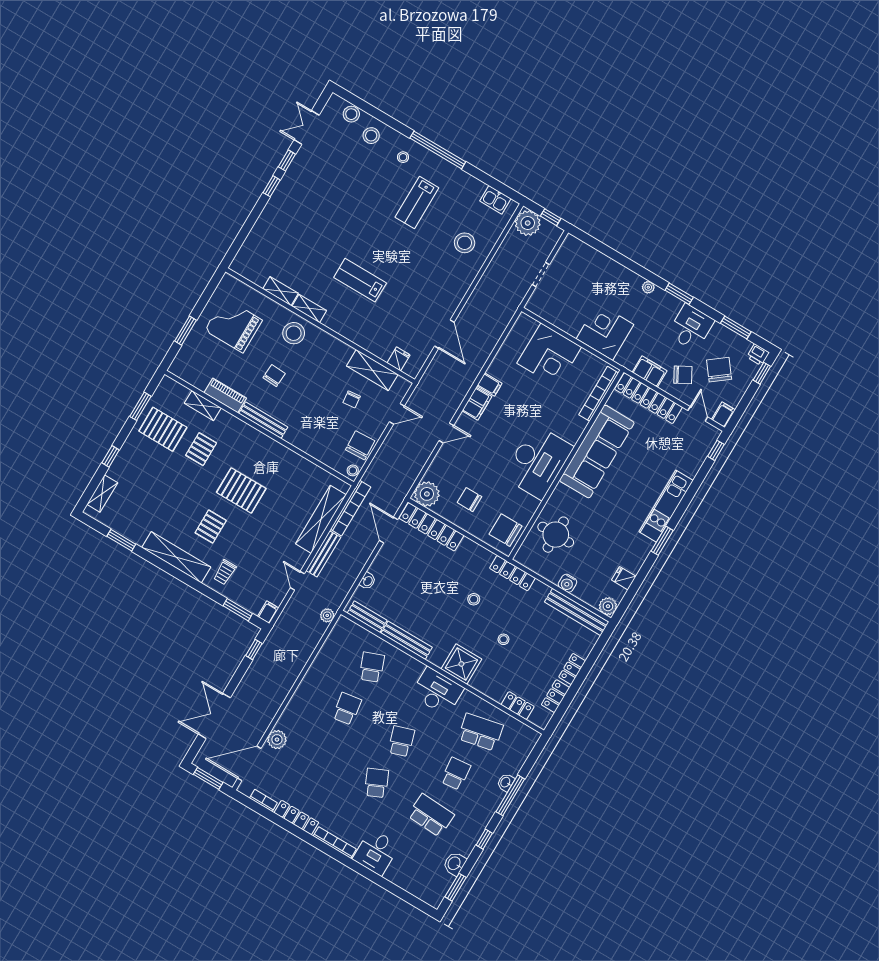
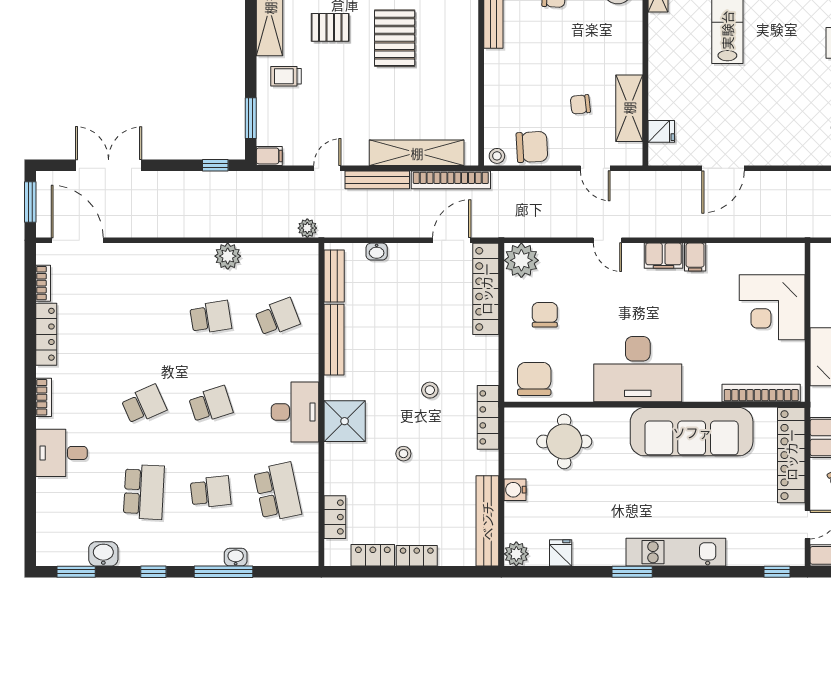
plant: (277, 740) -> (228, 256), moved
bookcase: (335, 843) -> (44, 397), width x0.64

